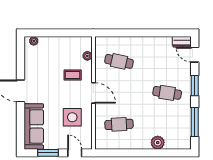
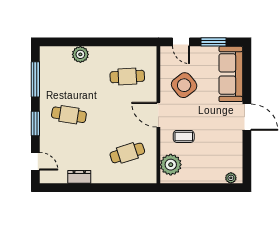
dresser: (182, 42) -> (79, 177), moved
plant: (87, 56) -> (171, 165), width x1.88, depth x1.88
cafe table: (119, 61) -> (127, 153), turned -30
side table: (72, 117) -> (184, 85), turned -38

